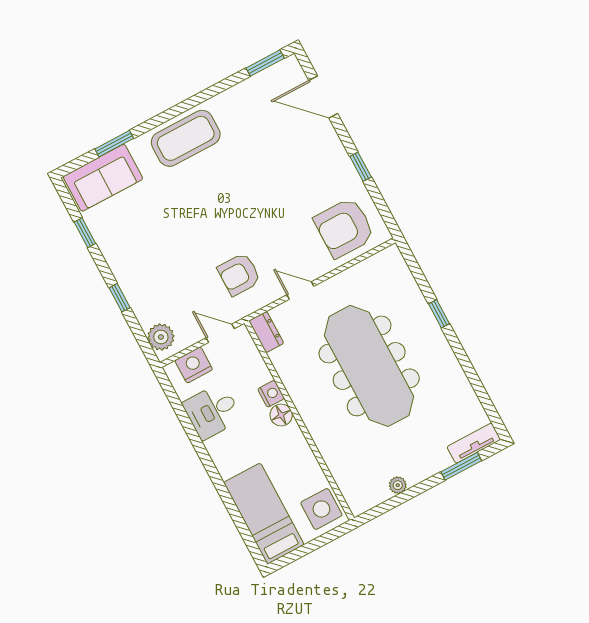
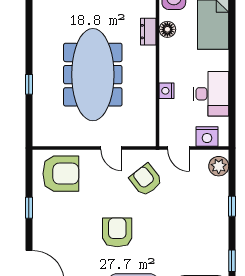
armchair: (240, 194) -> (117, 232), added
armchair: (239, 274) -> (146, 180), turned -128
dresser: (266, 332) -> (148, 32), moved
desk: (212, 411) -> (211, 94), width x1.37
floor lamp: (281, 415) -> (167, 29), moved

